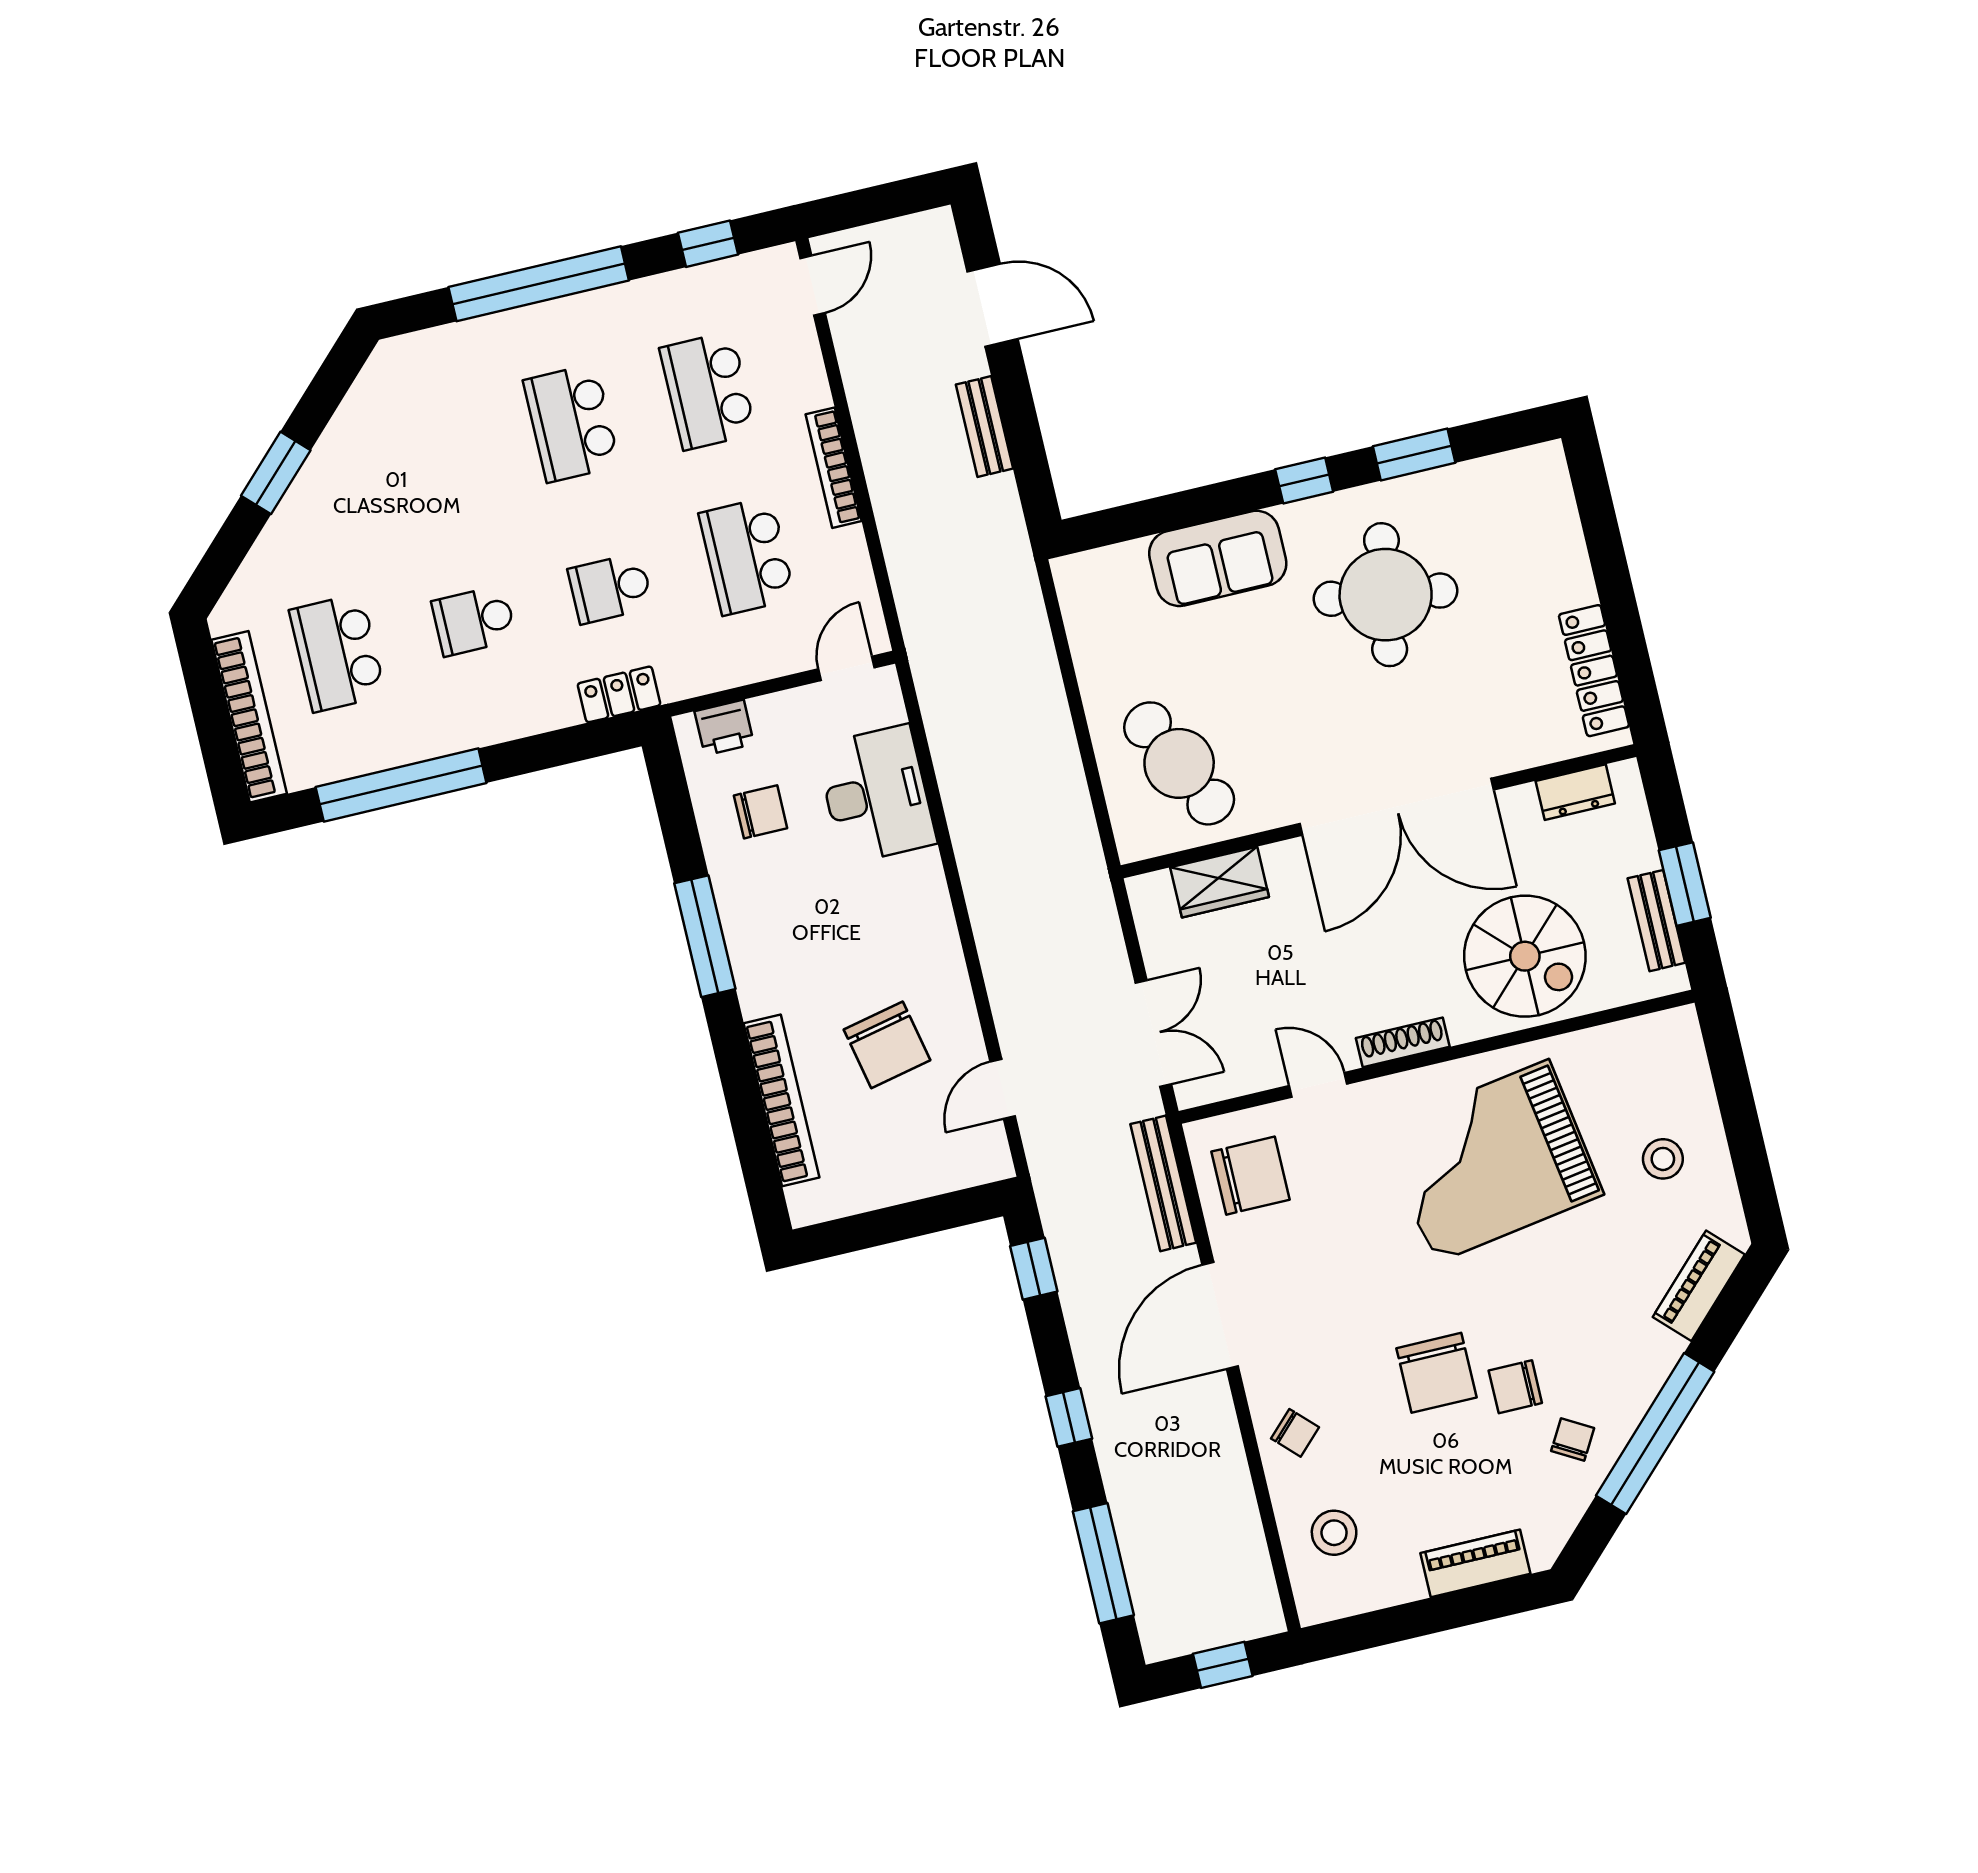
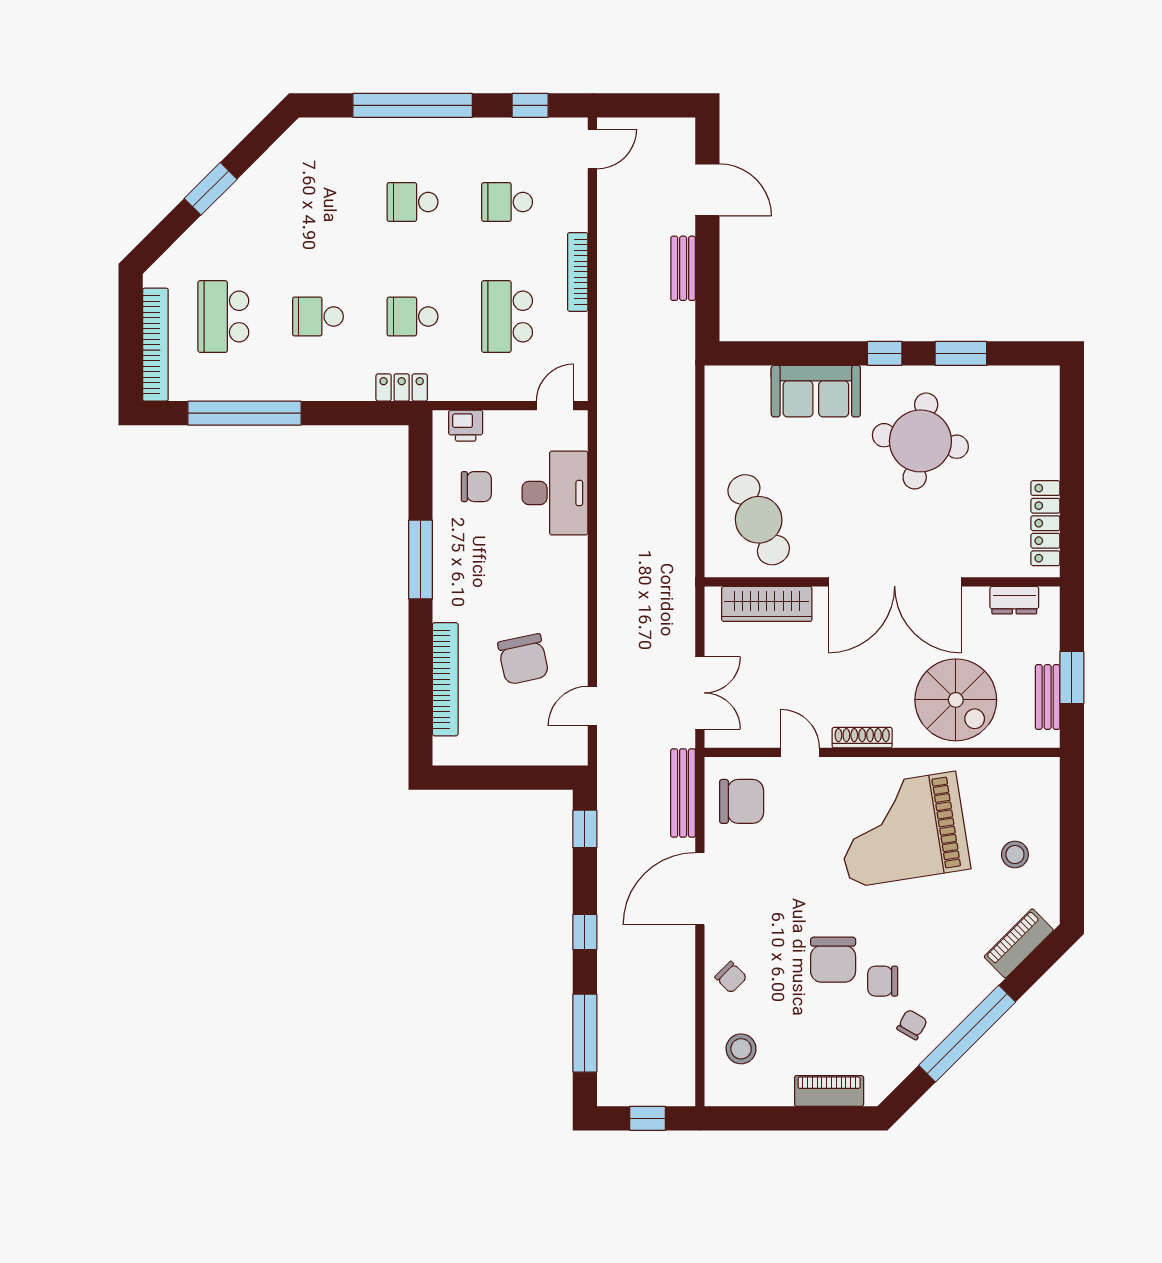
school desk: (708, 391) -> (507, 202), width x0.54
school desk: (571, 423) -> (413, 202), width x0.54
wardrobe: (1220, 882) -> (767, 604), width x1.50

